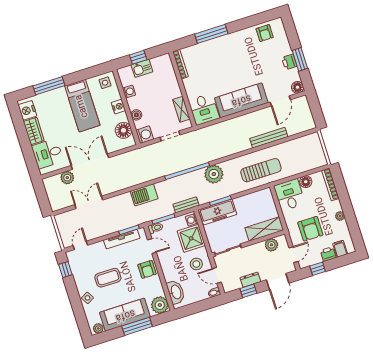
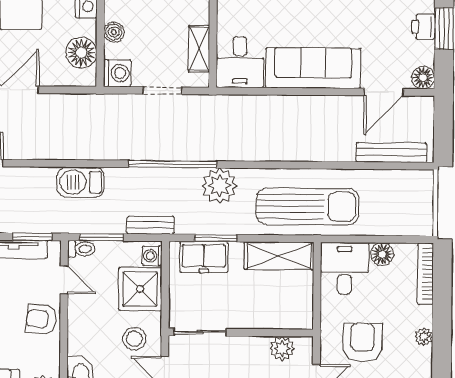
bench: (269, 138) -> (392, 152), moved
sun lounger: (261, 170) -> (307, 207), width x1.36, depth x1.34
freezer: (218, 212) -> (204, 257), width x0.71
shelving: (264, 229) -> (279, 256), moved
armchair: (310, 229) -> (363, 342), turned 180
armchair: (147, 269) -> (41, 319), turned 96

